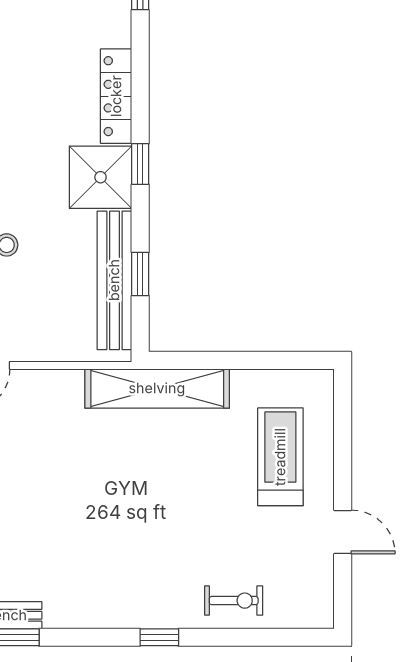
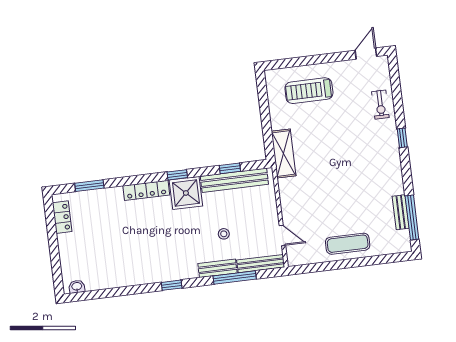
shelving: (157, 388) -> (284, 154), width x0.68
door: (343, 532) -> (366, 53), moved
exercise bike: (234, 601) -> (380, 105), turned 180

